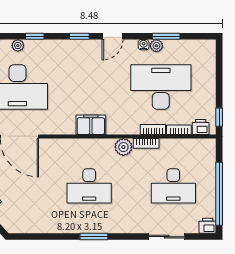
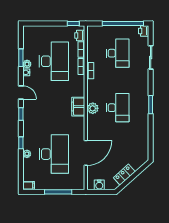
desk: (161, 87) -> (54, 61), turned 180
plant: (123, 147) -> (93, 108), moved

